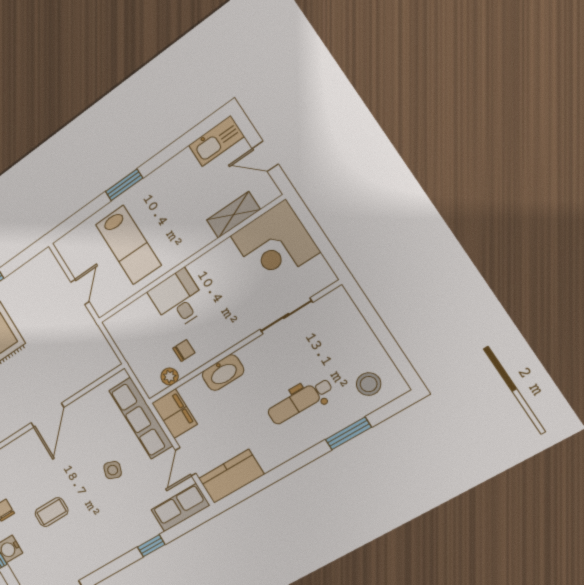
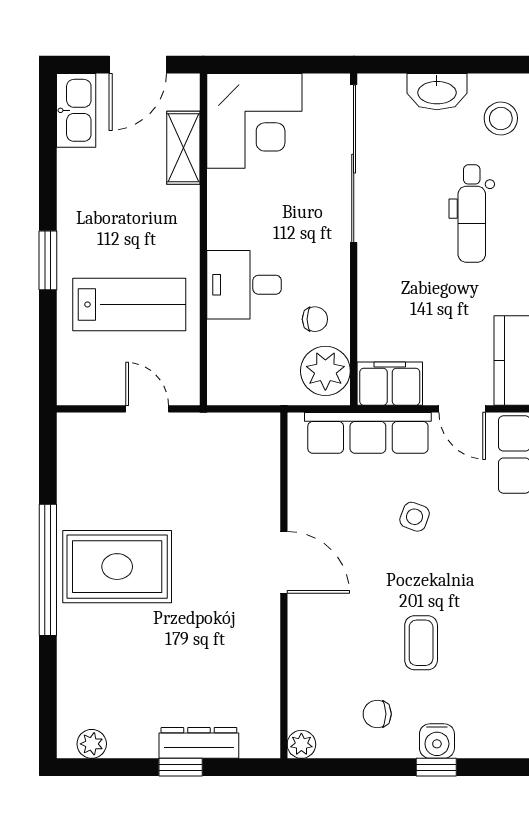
door: (265, 156) -> (138, 65), width x1.38
sliding door: (286, 316) -> (354, 164), width x1.86
chair: (184, 351) -> (315, 319), turned 90
washbasin: (223, 373) -> (437, 92), moved, turned 90
plant: (170, 376) -> (325, 371), width x1.88, depth x1.88

